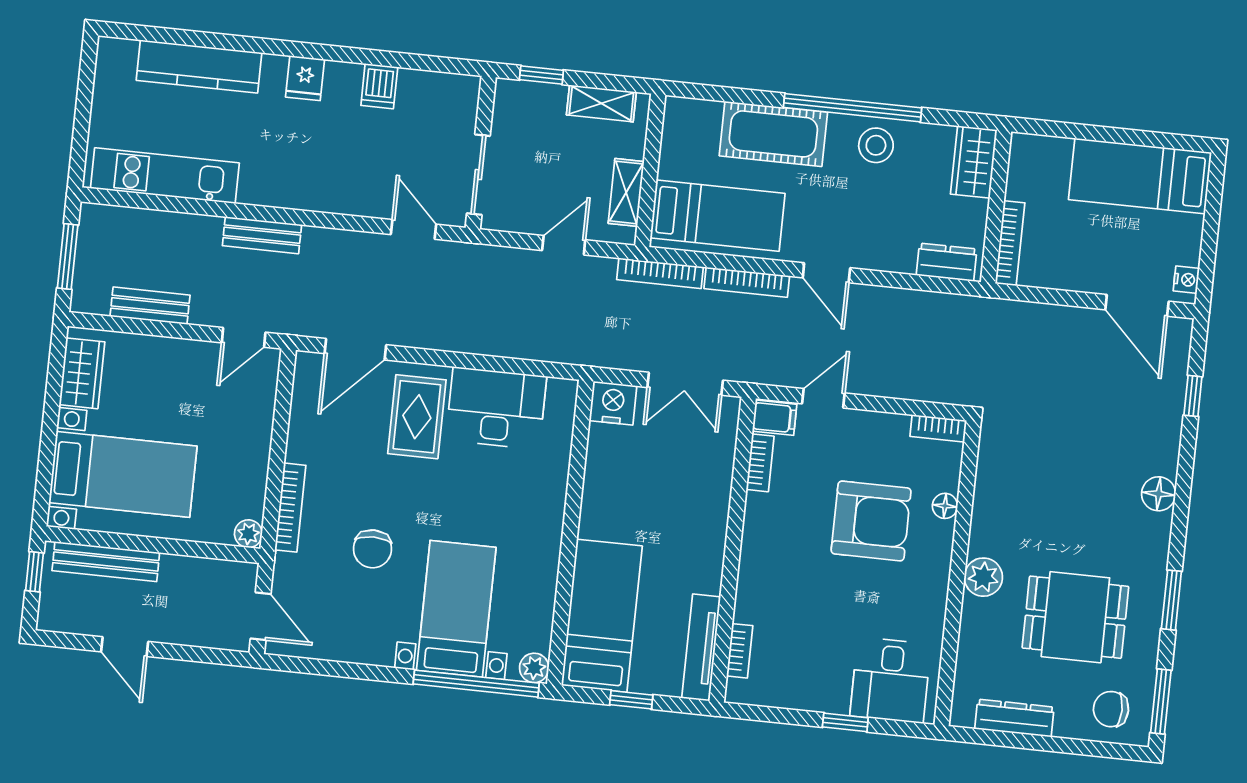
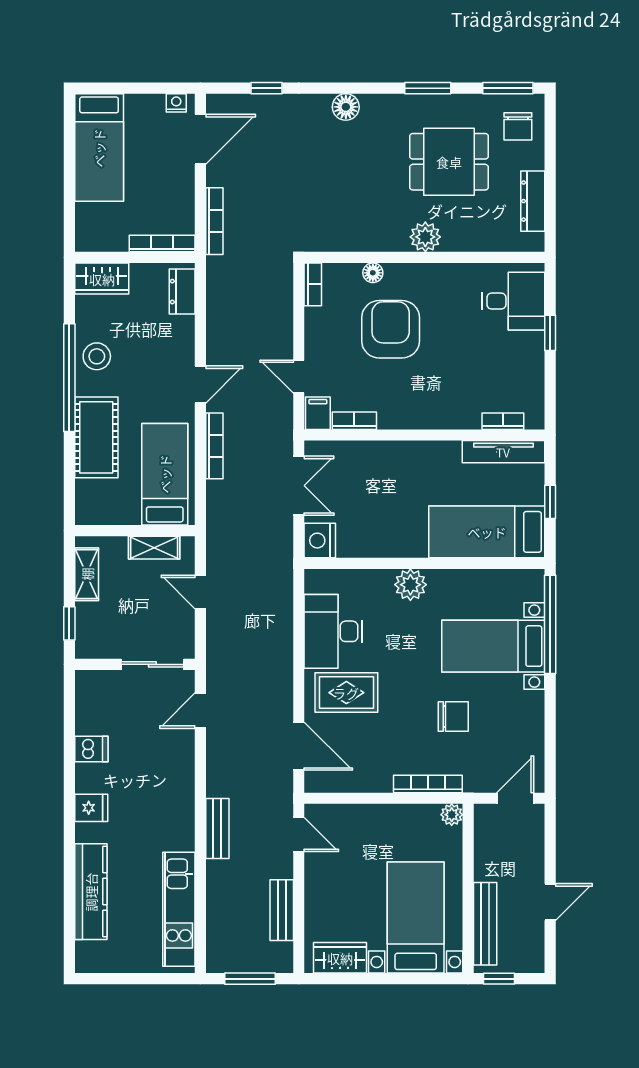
bookcase: (660, 273) -> (214, 221), moved
dining table: (1075, 617) -> (449, 162), turned 90
plant: (534, 668) -> (410, 585), moved, width x1.38, depth x1.38

